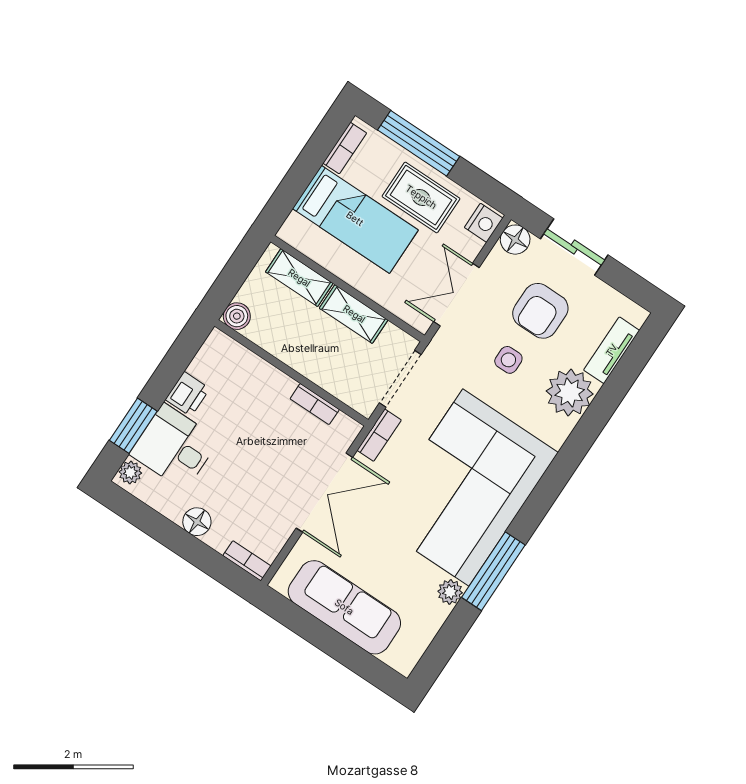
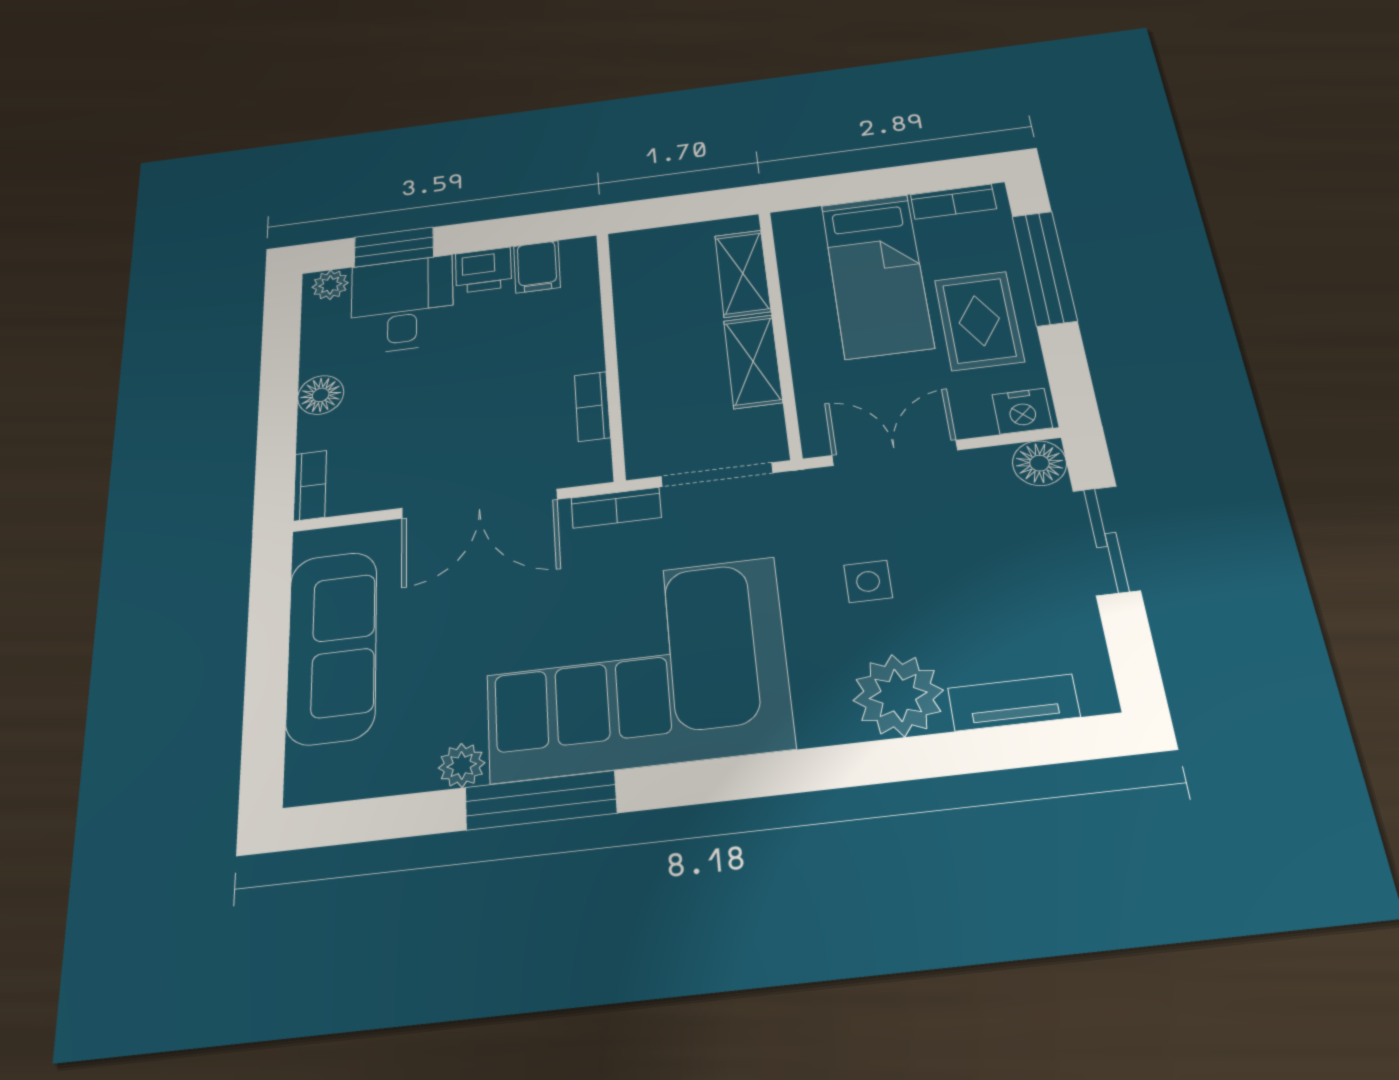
armchair: (540, 311) -> (976, 568), removed
boiler: (237, 316) -> (631, 248), removed
filing cabinet: (208, 368) -> (537, 267), added

